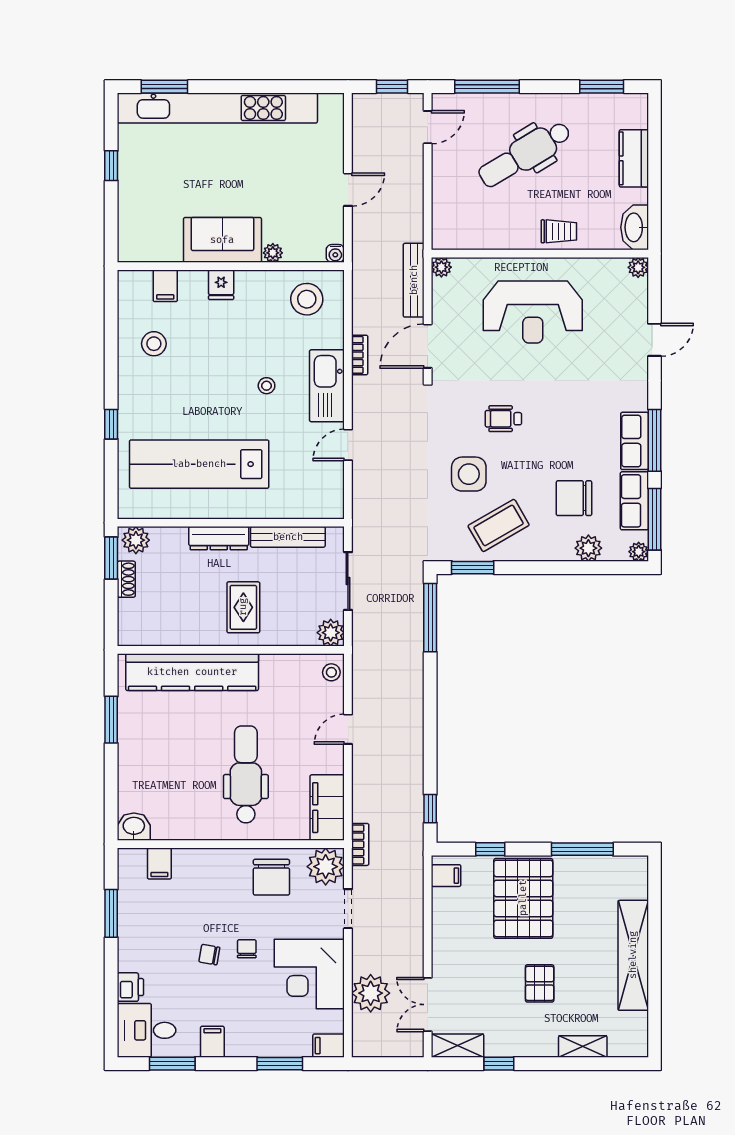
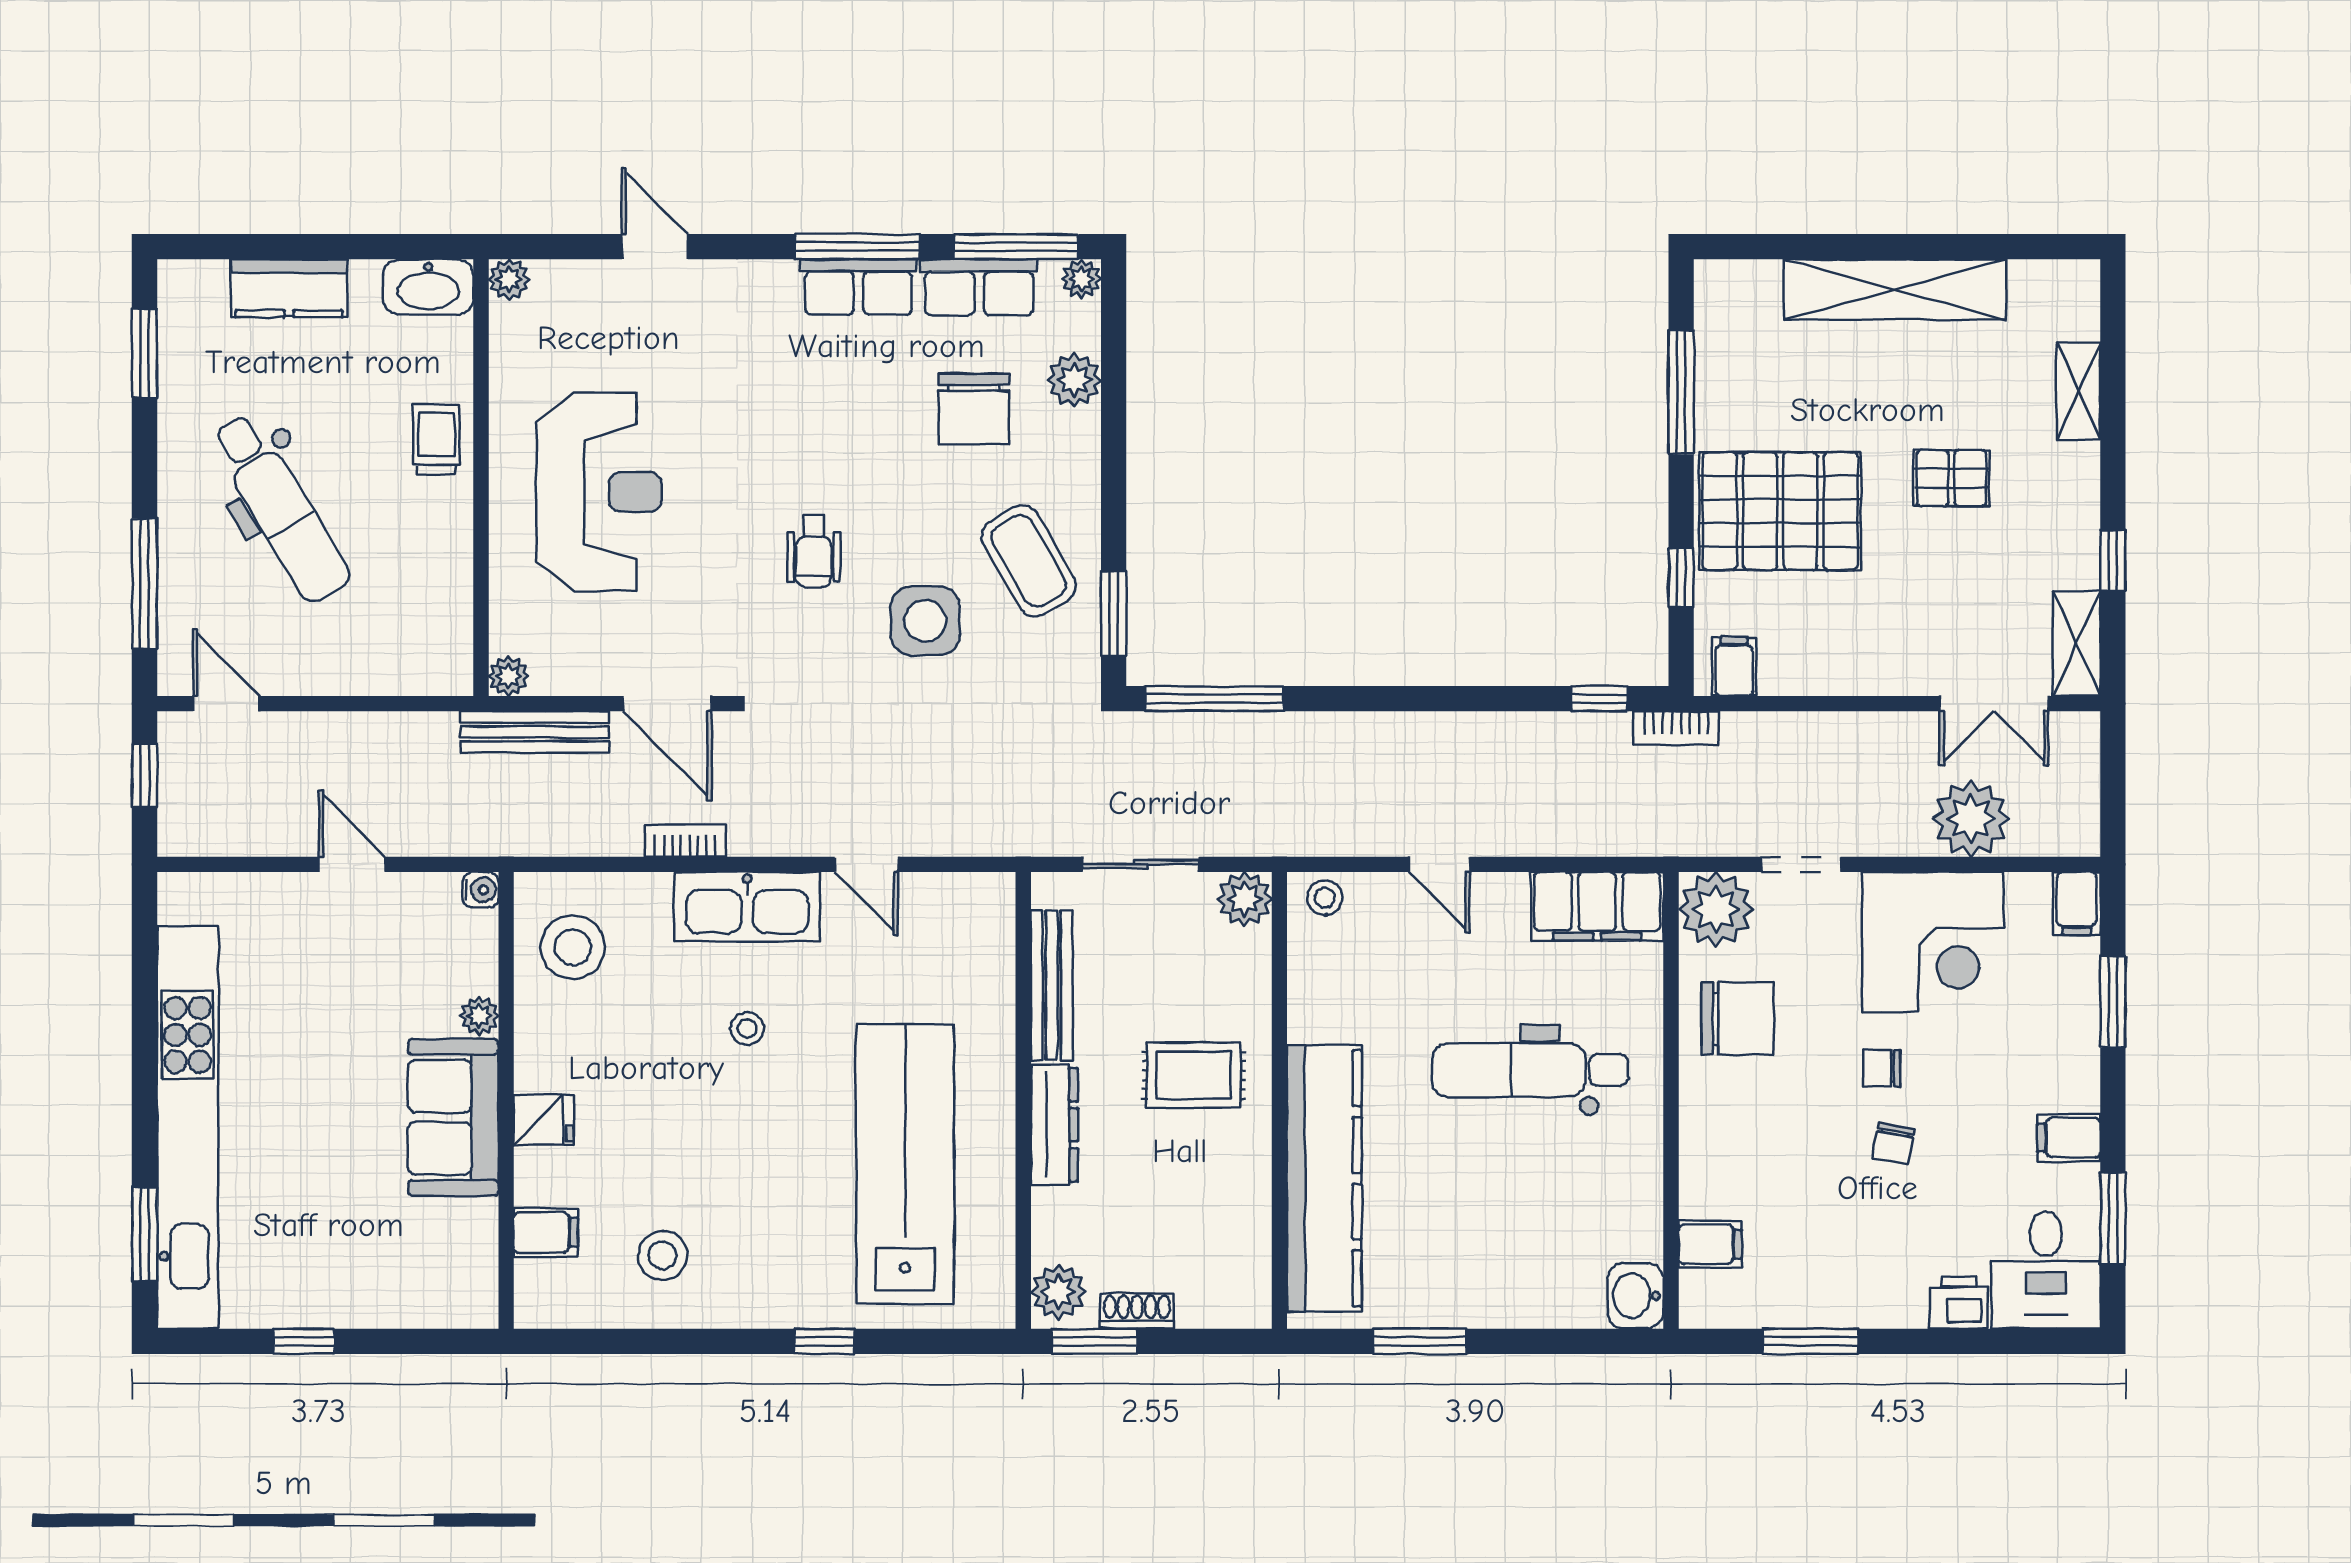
lab bench: (199, 464) -> (905, 1164), turned 180
bookcase: (360, 844) -> (1676, 728), moved, turned 180

